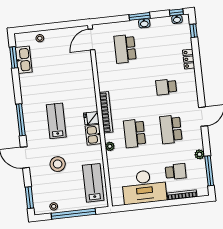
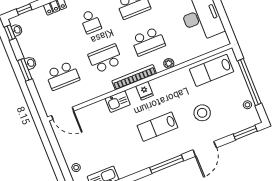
school desk: (130, 91) -> (105, 59), added
kitchen sink: (93, 135) -> (118, 102), moved

